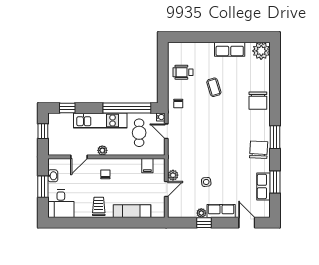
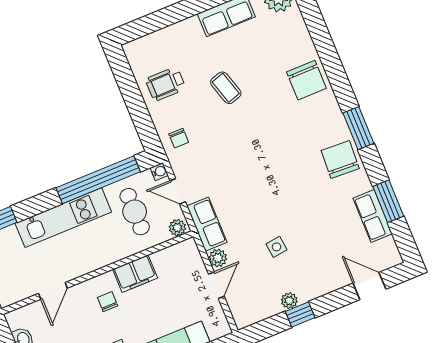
plant: (102, 150) -> (177, 228), moved
filing cabinet: (147, 166) -> (135, 274), moved, width x2.00
row of seats: (221, 211) -> (207, 224), moved, turned 90

